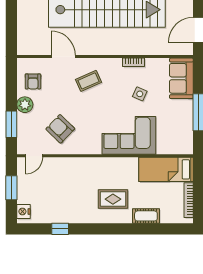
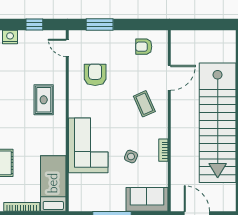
plant: (25, 105) -> (120, 38), removed
armchair: (60, 129) -> (95, 75), turned -44
window: (11, 188) -> (34, 24), width x0.67
rug: (113, 199) -> (44, 100), moved

